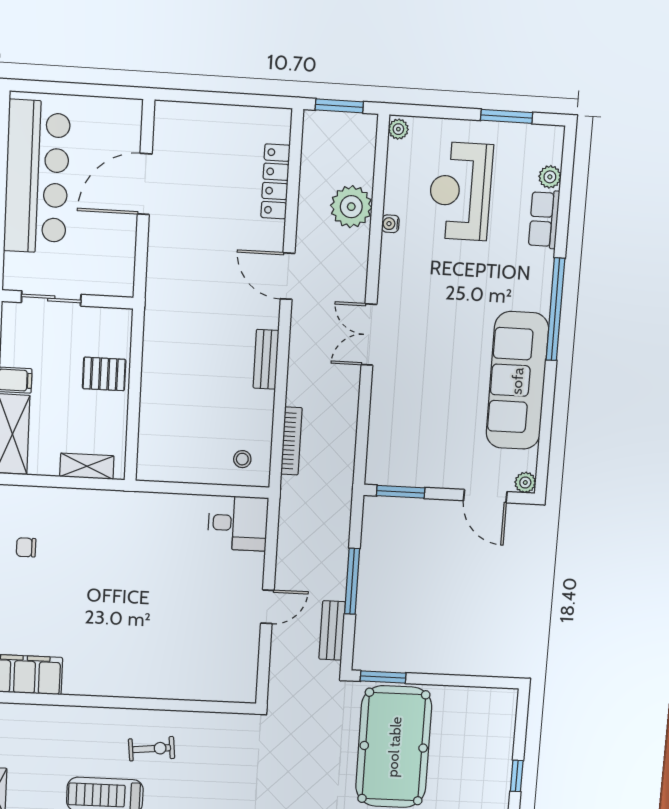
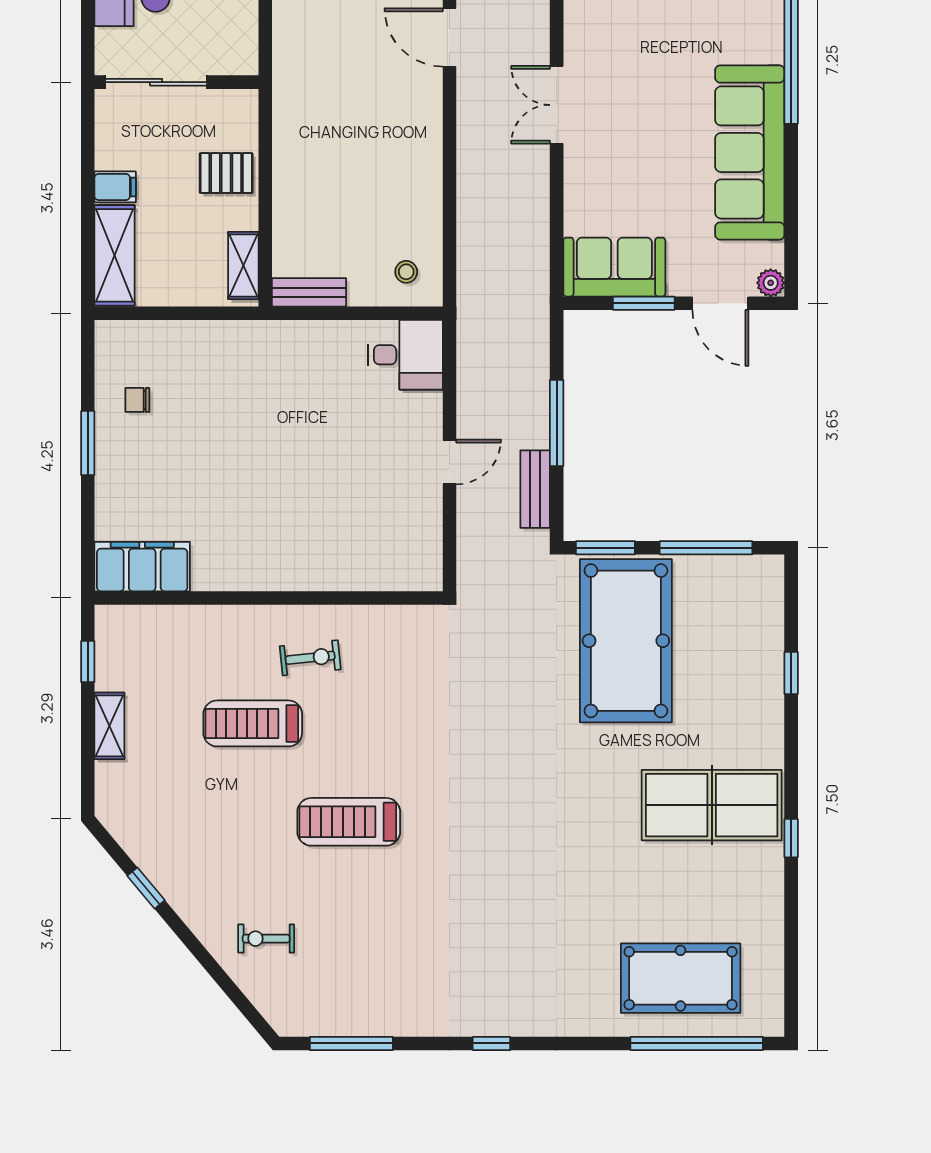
sliding door: (51, 298) -> (156, 82), width x1.37
bench: (266, 359) -> (309, 292), moved, turned 90
bookcase: (291, 441) -> (467, 245), removed
sofa: (405, 464) -> (614, 267), added
shelving: (87, 466) -> (243, 266), moved, turned 90
window: (401, 492) -> (644, 303), moved
window: (460, 681) -> (706, 548), added

